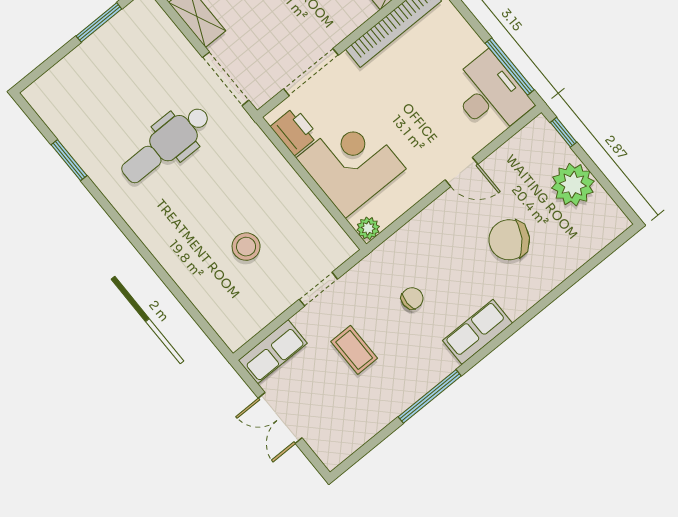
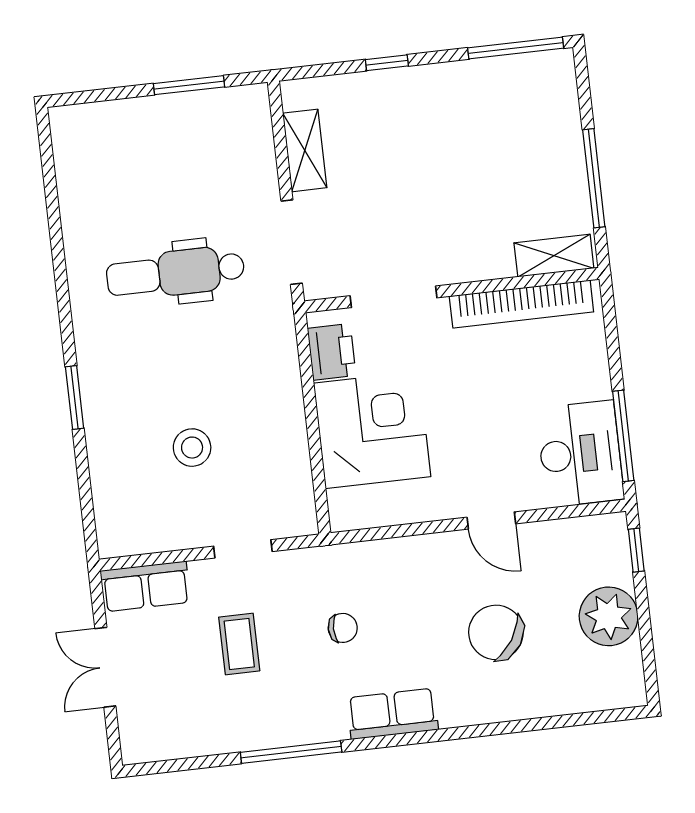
window: (69, 160) -> (75, 398), moved
plant: (368, 228) -> (344, 516), removed

